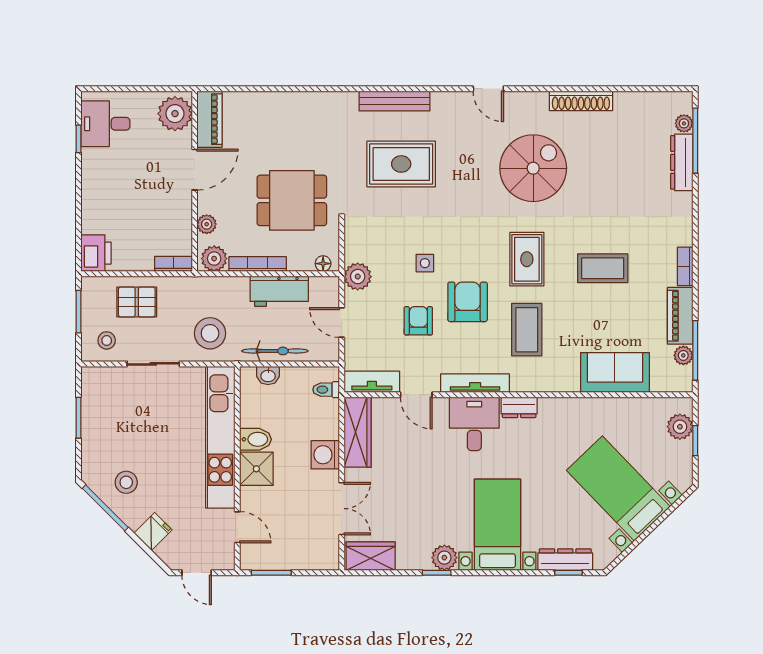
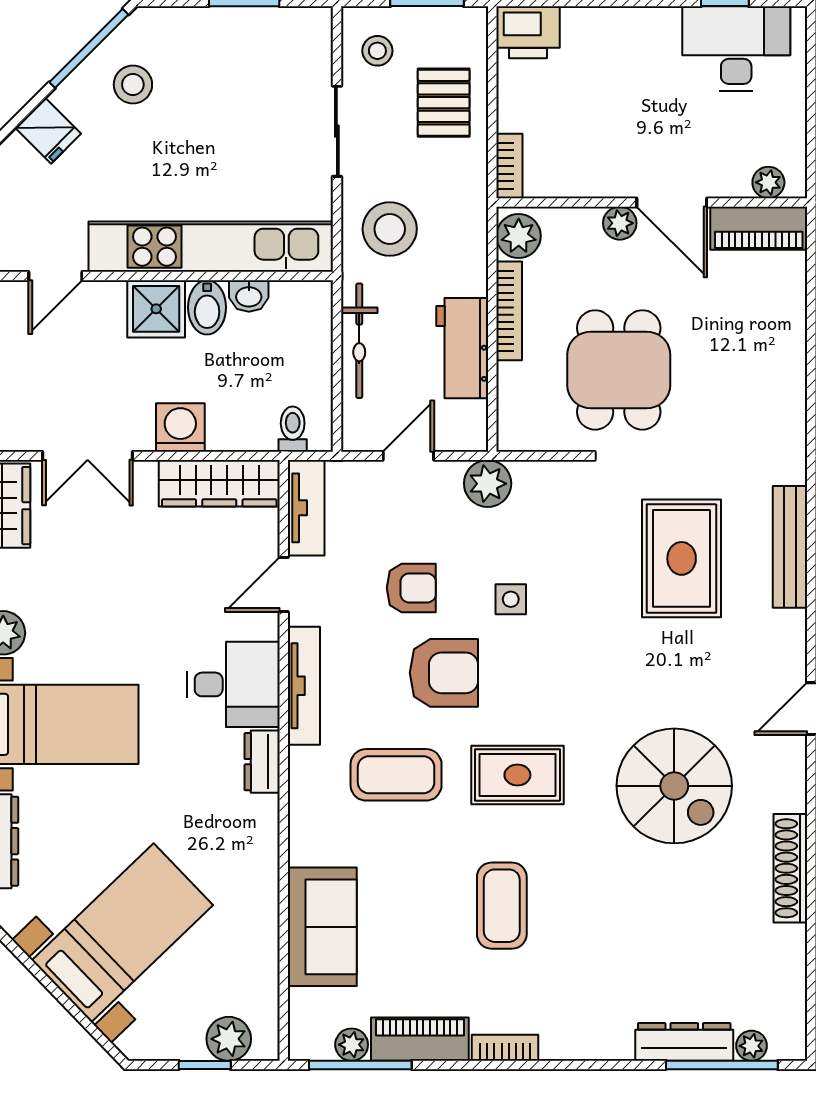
plant: (175, 114) -> (768, 182), width x0.53, depth x0.53
desk: (105, 124) -> (736, 49), width x1.37
plant: (207, 224) -> (620, 223), moved
floor lamp: (323, 264) -> (510, 424), removed
washbasin: (268, 375) -> (249, 296), moved, turned -90

